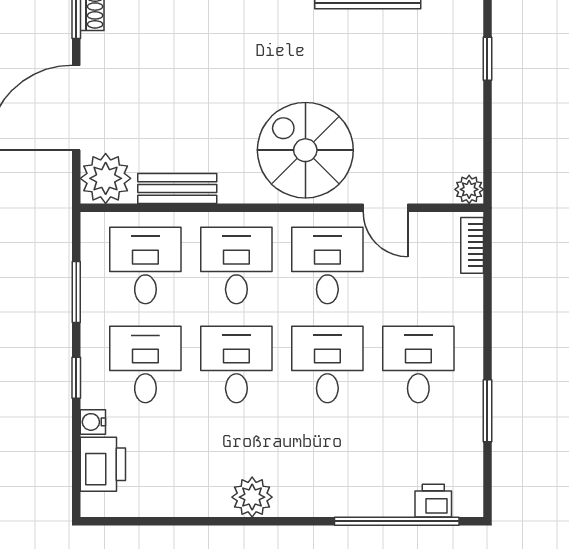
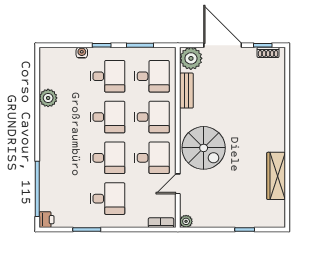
spiral stairs: (305, 150) -> (204, 148), turned 90
printer: (103, 464) -> (63, 57), removed
plant: (252, 497) -> (48, 98), moved
printer: (433, 501) -> (46, 220), moved

